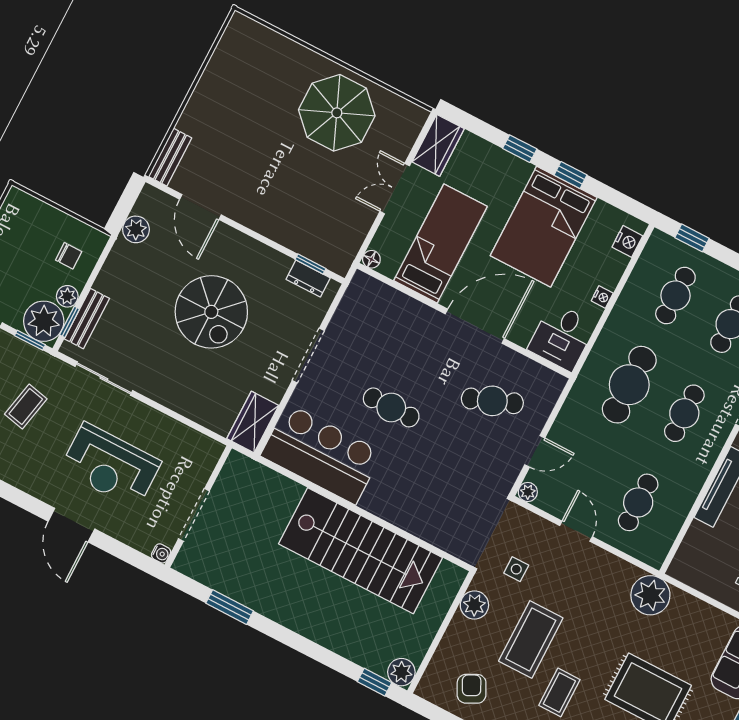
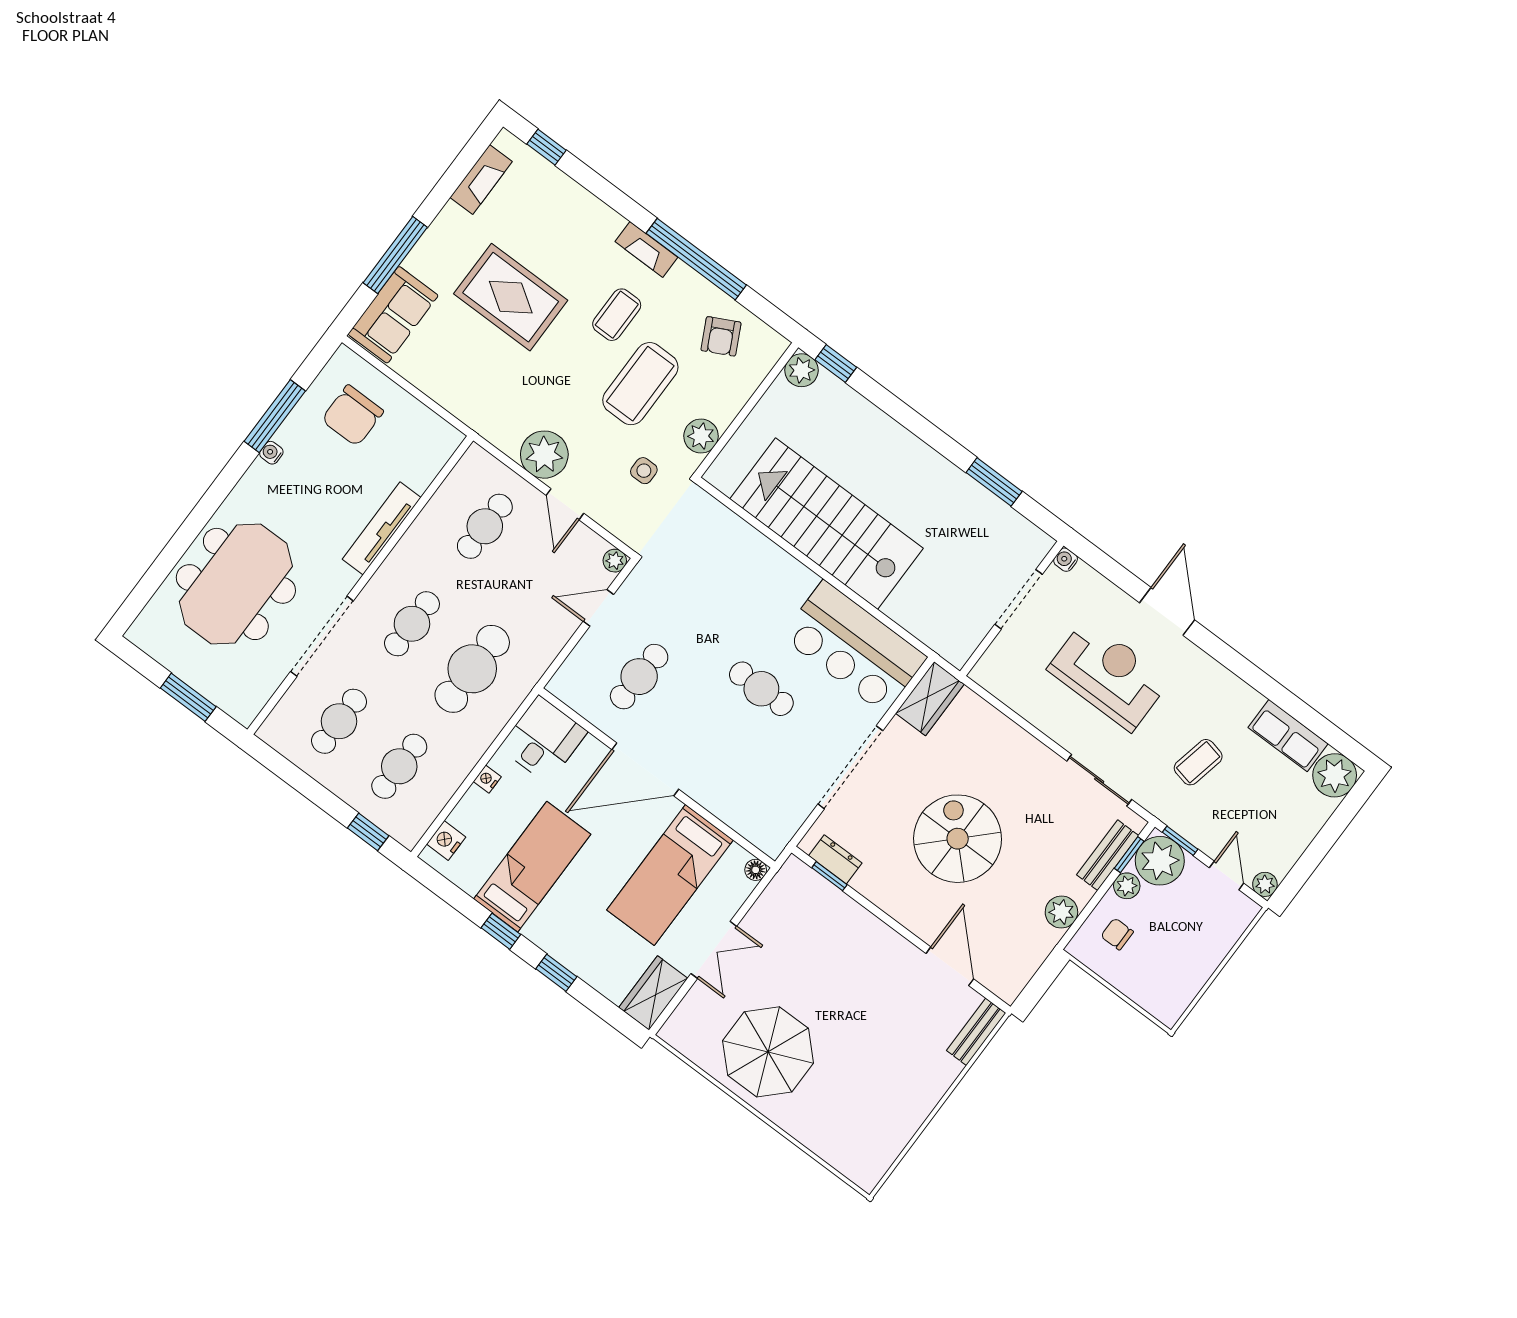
bed: (544, 227) -> (532, 867), width x0.67
plant: (136, 229) -> (1061, 912), moved
doorway: (308, 355) -> (850, 767), width x1.36
cafe table: (492, 401) -> (639, 677), turned -67
plant: (650, 595) -> (544, 455), moved

